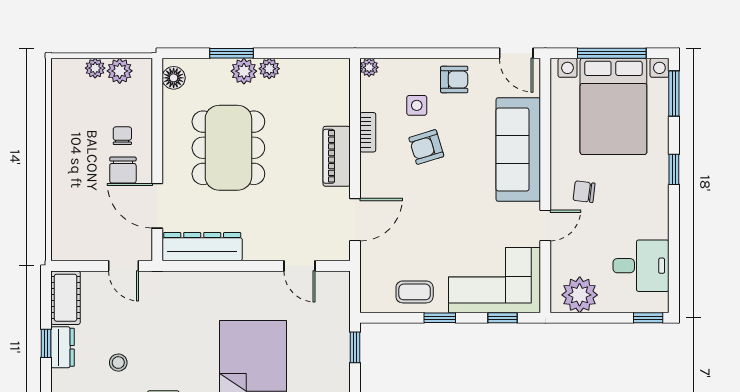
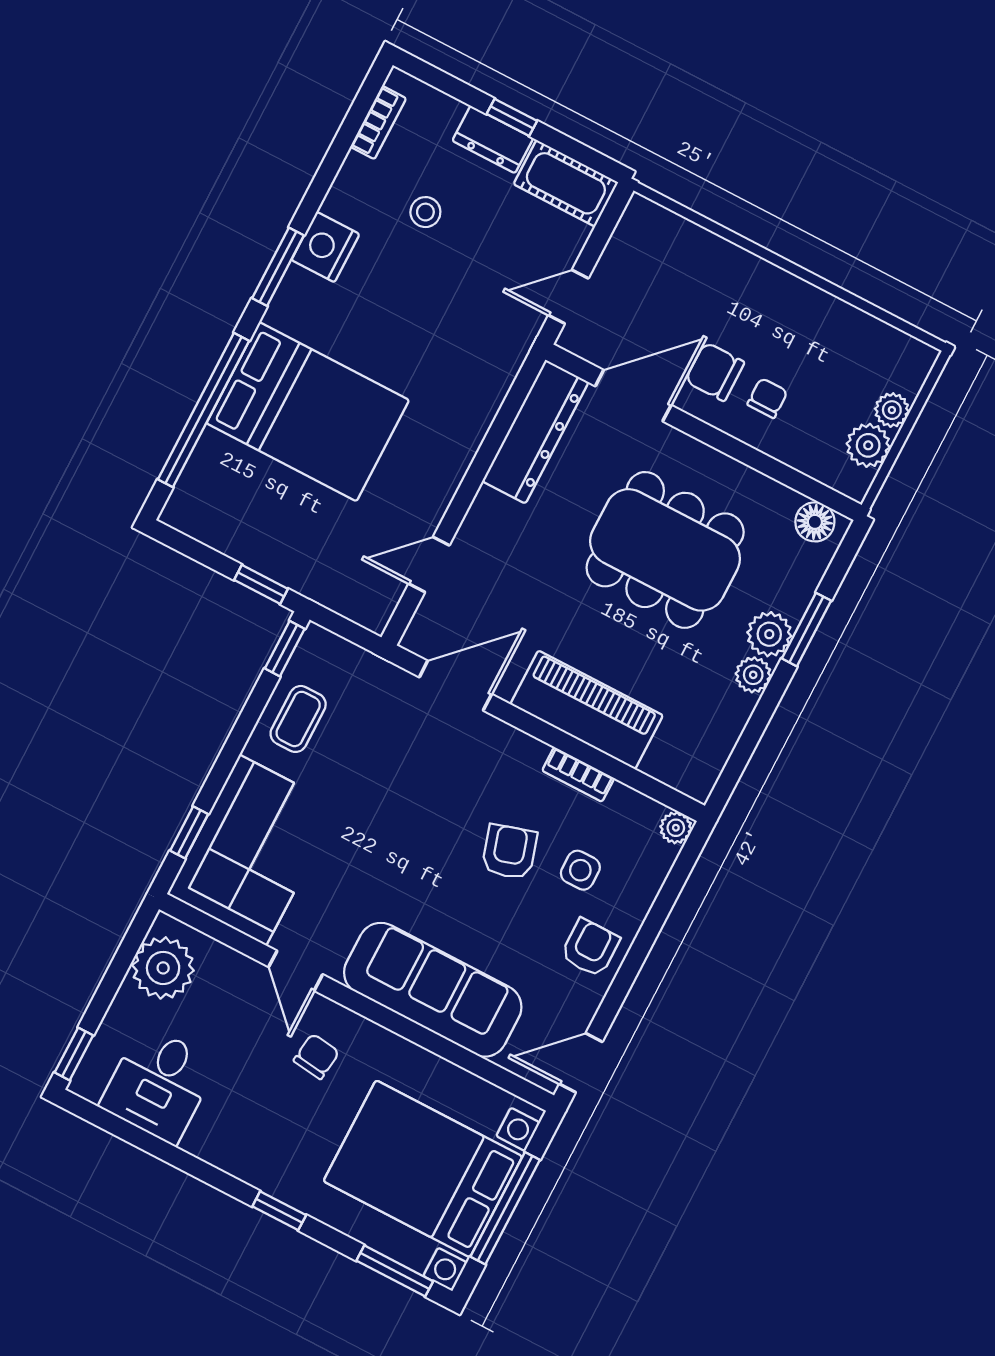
armchair: (454, 79) -> (590, 948), turned 180
chair: (122, 136) -> (767, 398), turned -90
piano: (337, 156) -> (587, 710), width x1.37, depth x1.33
door: (355, 220) -> (455, 686), swing flipped
window: (440, 318) -> (285, 649), moved

